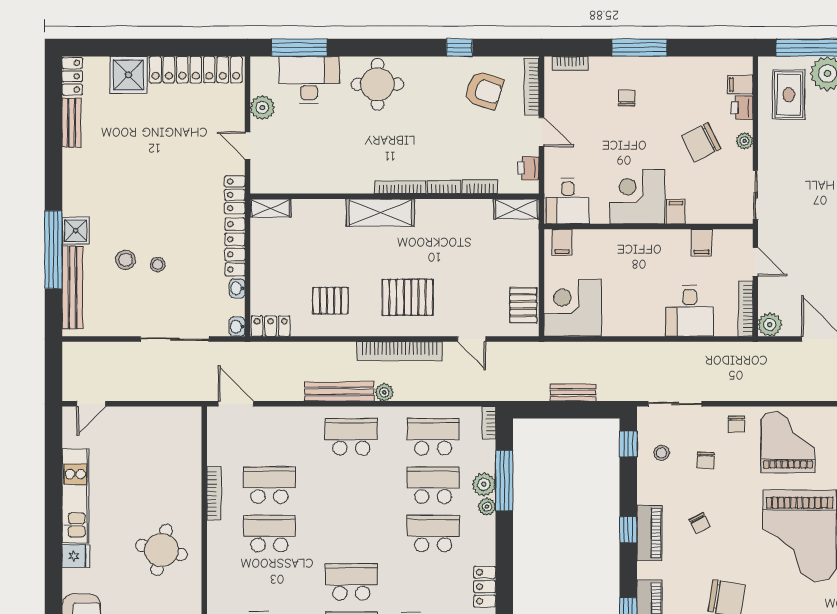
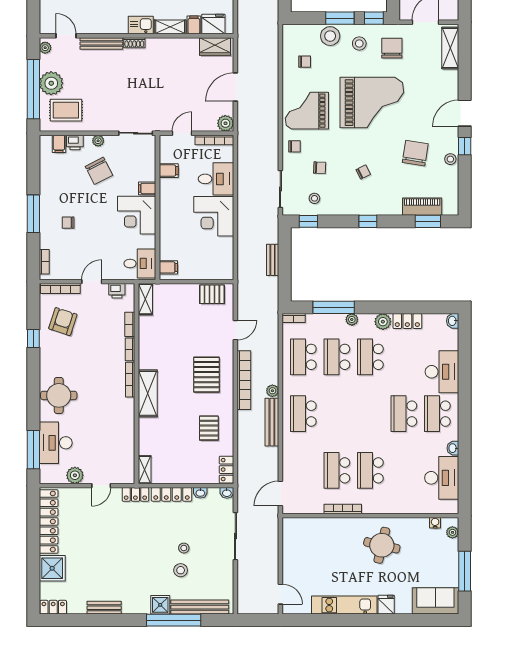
bench: (71, 123) -> (104, 608), moved
corner desk: (573, 308) -> (214, 216), moved
plant: (484, 484) -> (383, 322), moved
piano: (649, 533) -> (370, 207), removed

